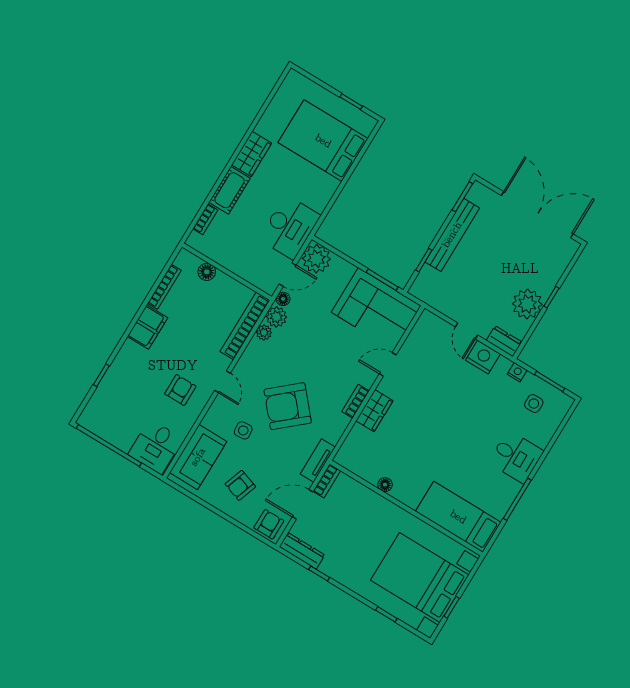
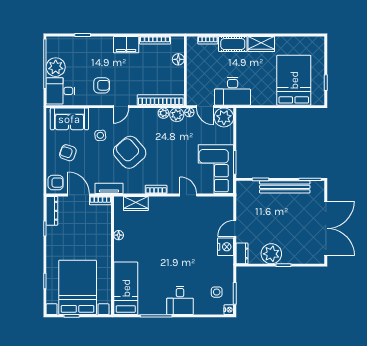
nightstand: (517, 372) -> (229, 310), moved
wardrobe: (374, 411) -> (136, 203), moved
plant: (121, 434) -> (56, 67), added

